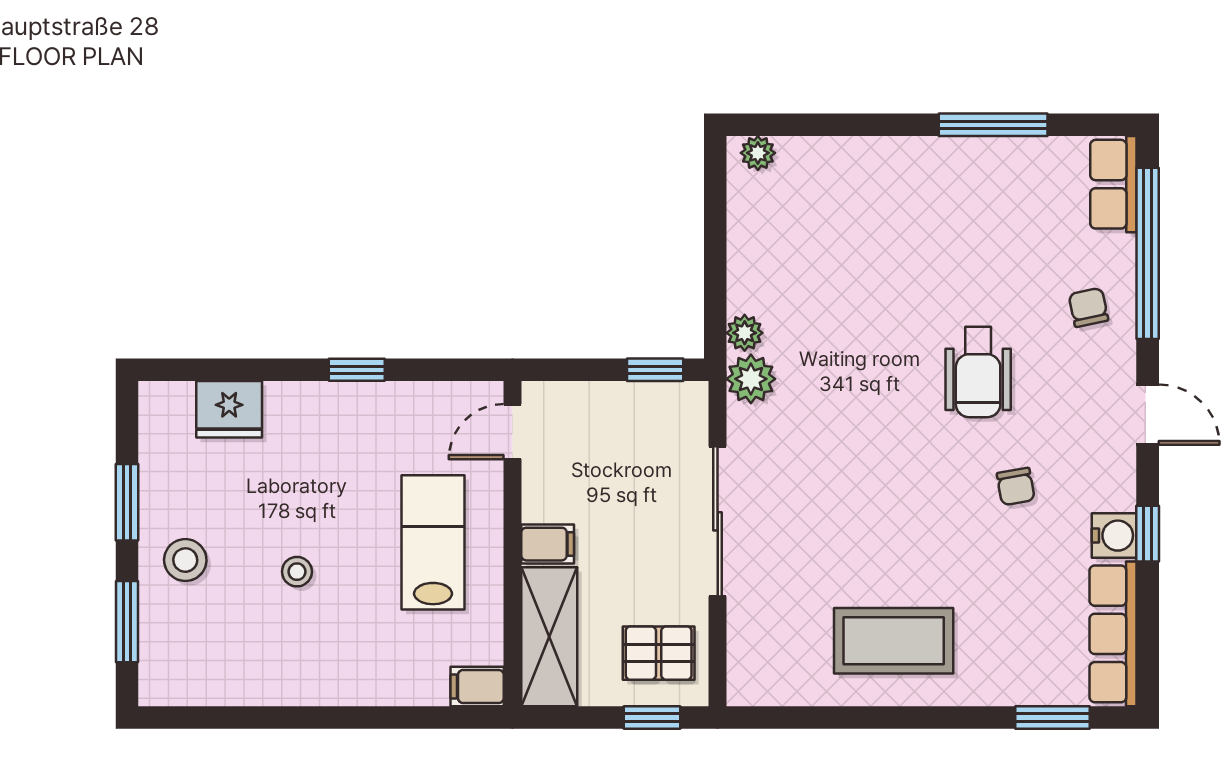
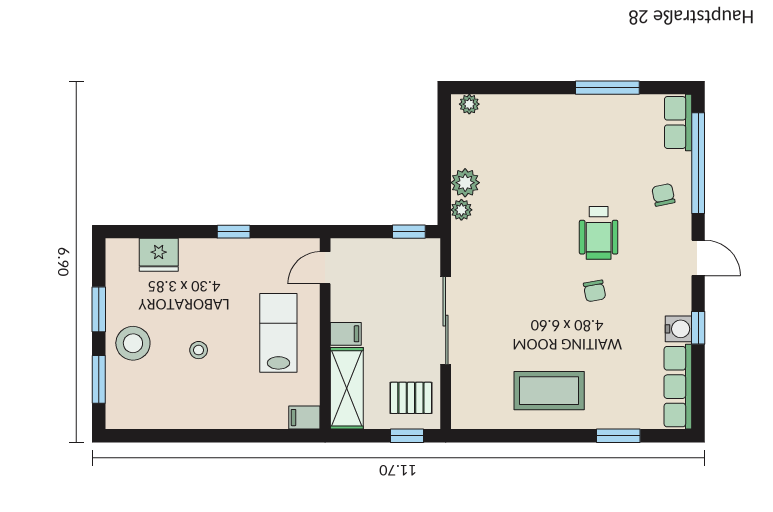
plant: (751, 379) -> (465, 183), moved
chair: (1016, 487) -> (595, 291), moved
stool: (185, 560) -> (133, 343), width x1.38, depth x1.38
window: (1053, 717) -> (618, 436), moved

